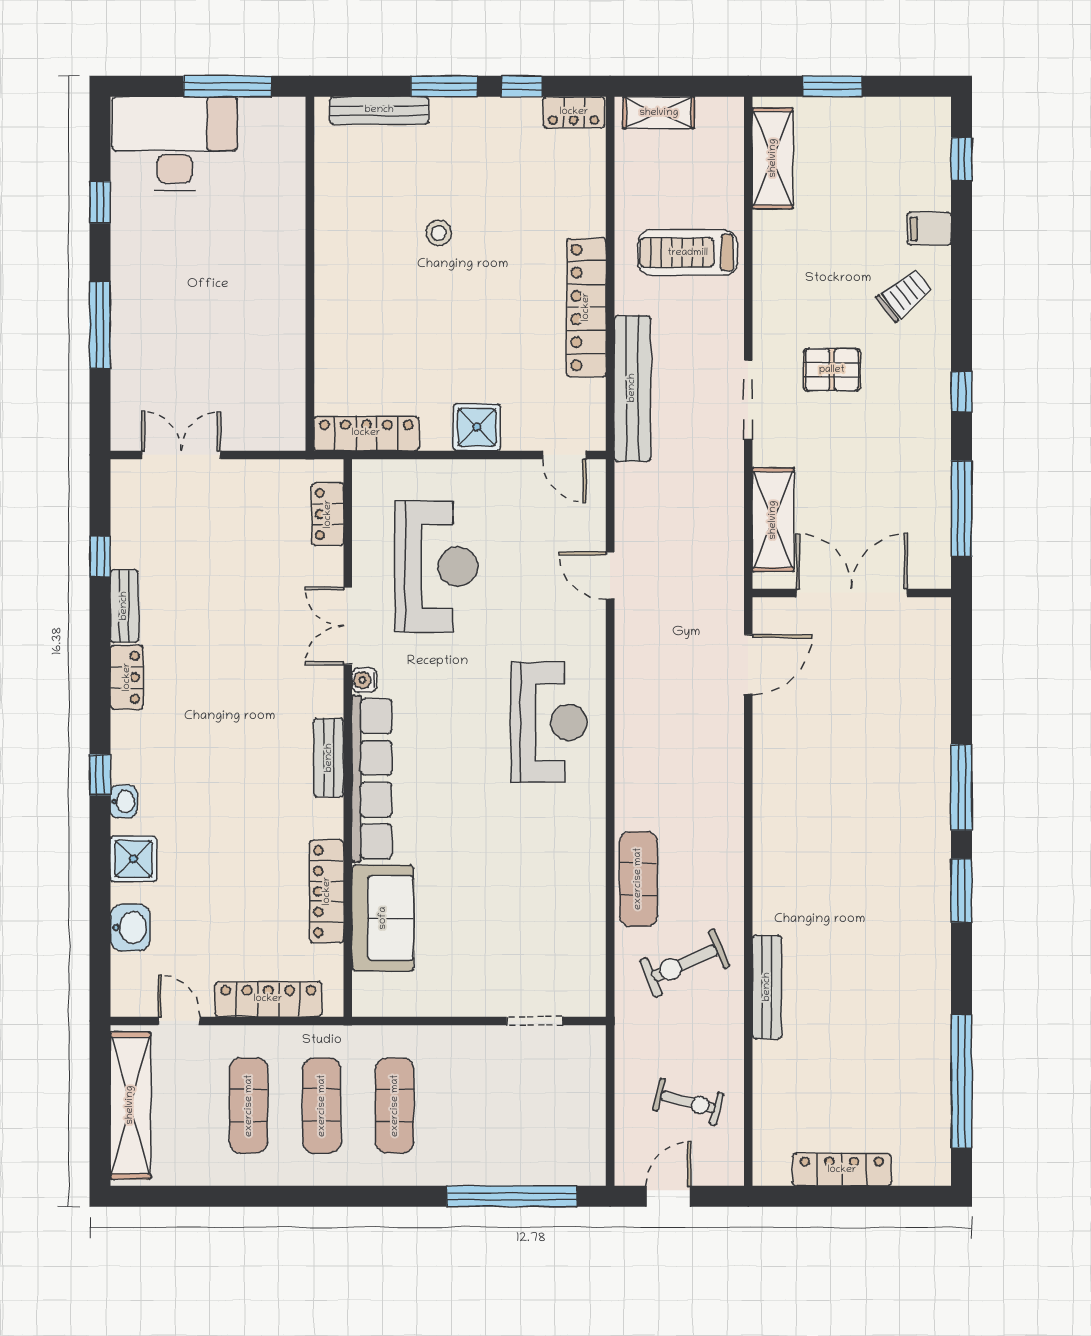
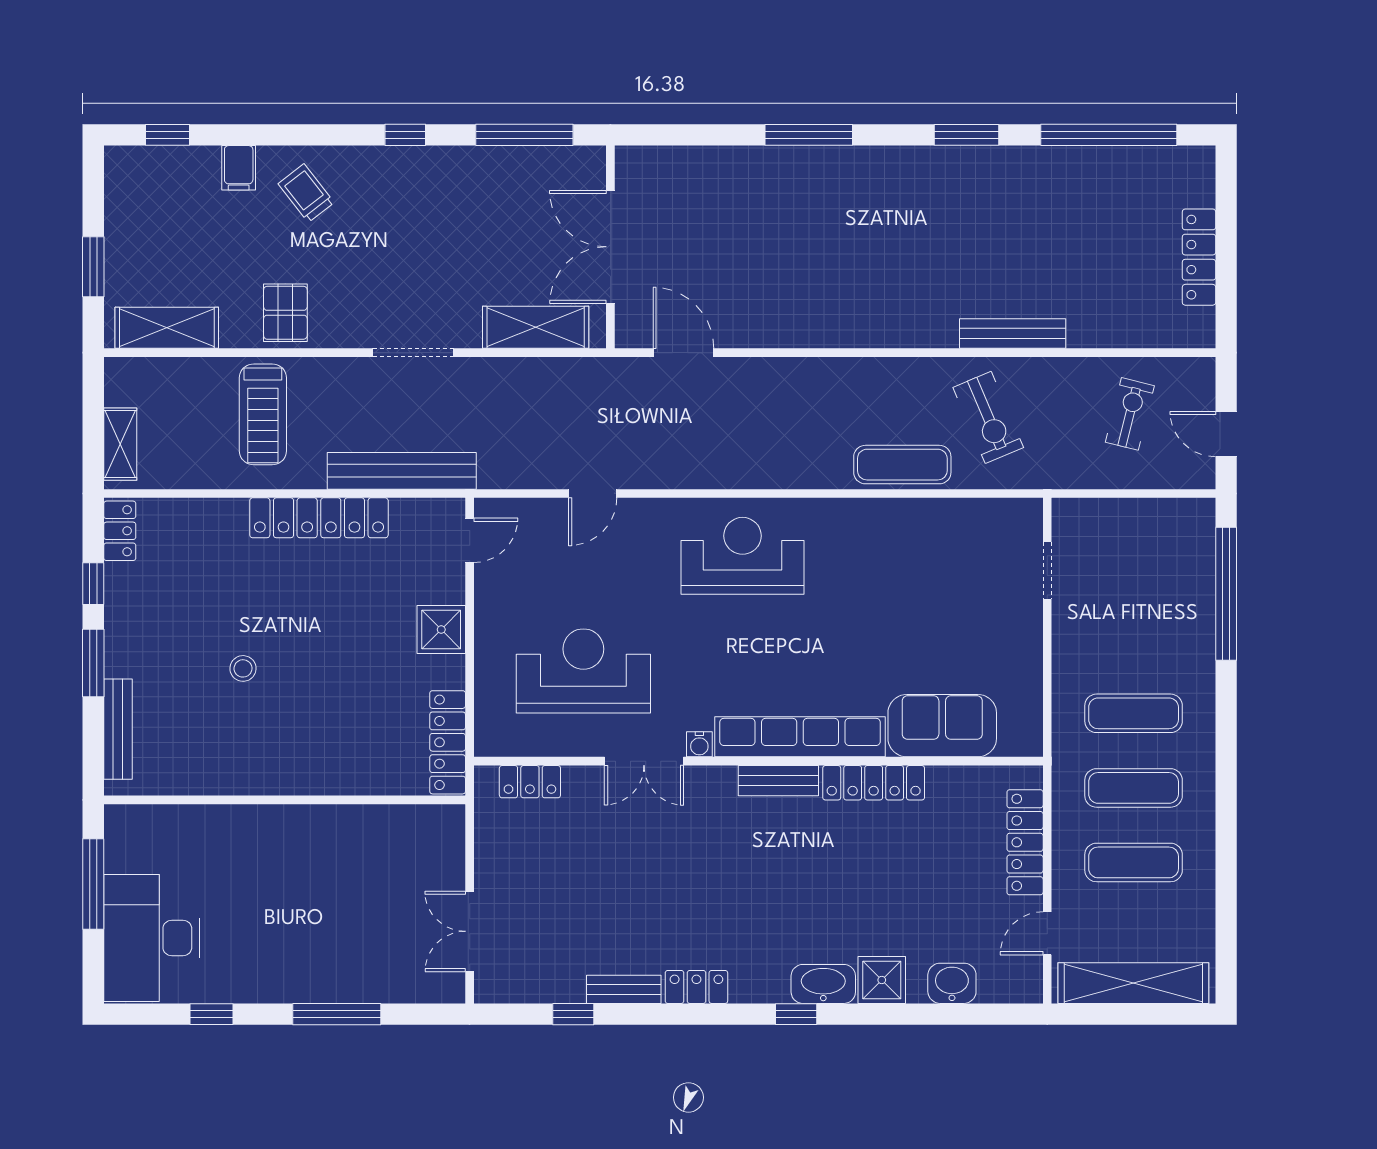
pallet: (832, 370) -> (285, 313), moved
washbasin: (124, 802) -> (823, 984), width x1.91, depth x1.45
window: (961, 890) -> (966, 135), moved
locker: (327, 891) -> (874, 783), moved

